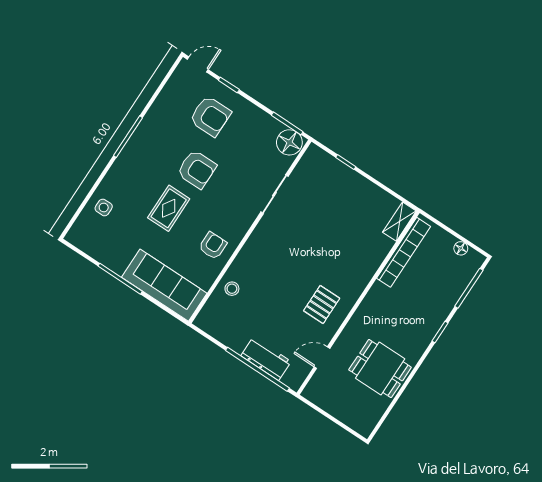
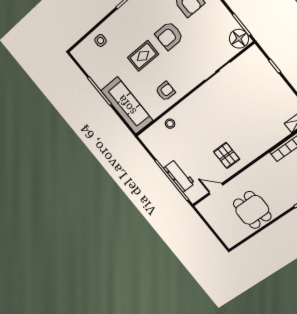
armchair: (197, 169) -> (169, 36), turned 90
pallet: (322, 304) -> (227, 155), turned 90

